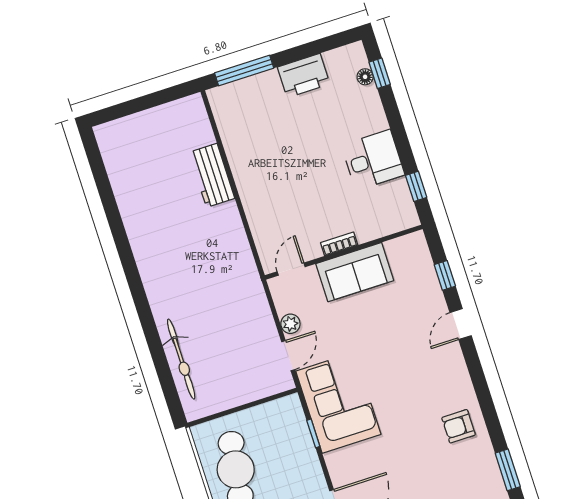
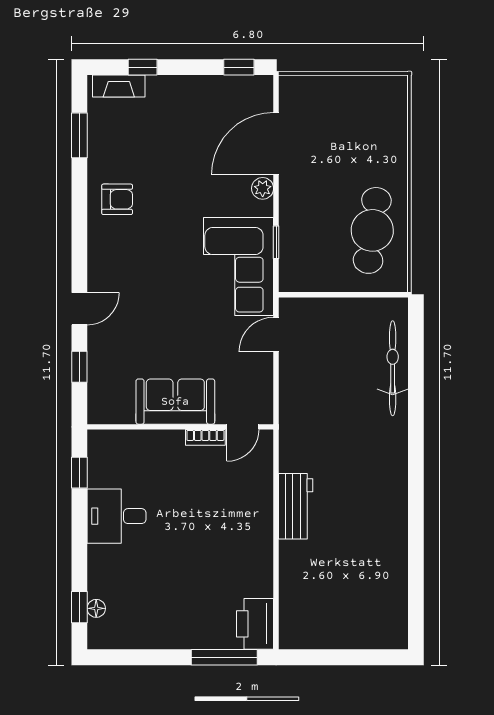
printer: (304, 76) -> (255, 624), moved, turned -90
workbench: (212, 175) -> (296, 506), moved
bookcase: (339, 244) -> (205, 437), moved
plant: (290, 324) -> (263, 188), moved

